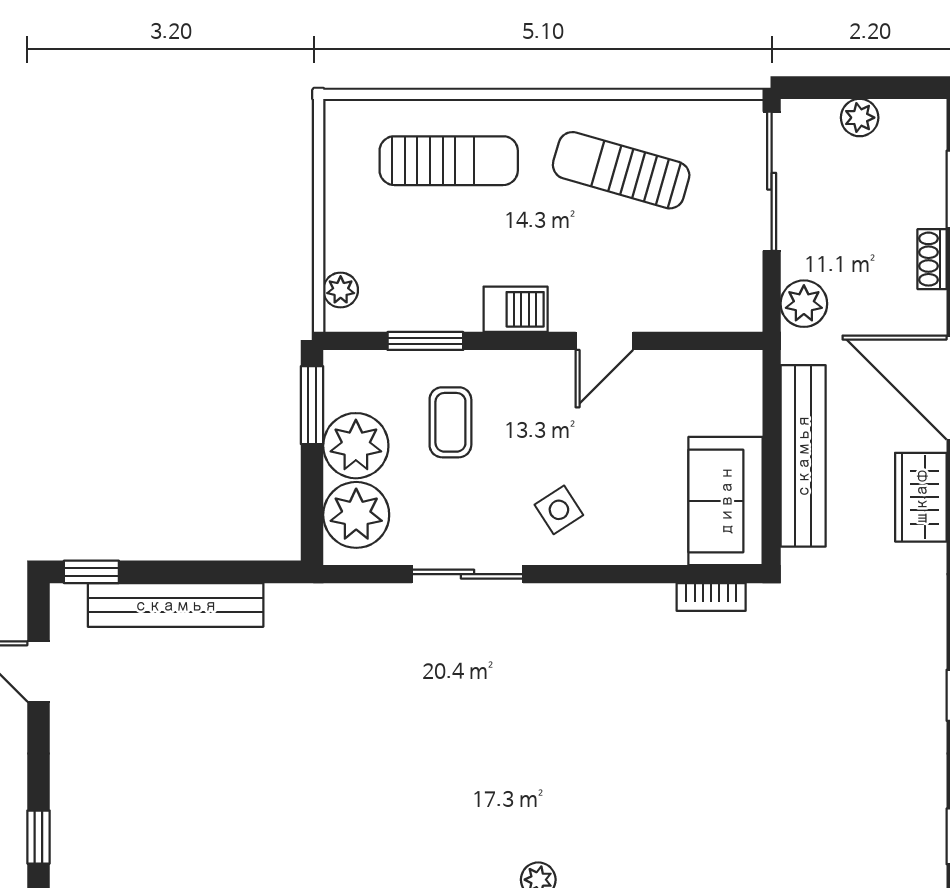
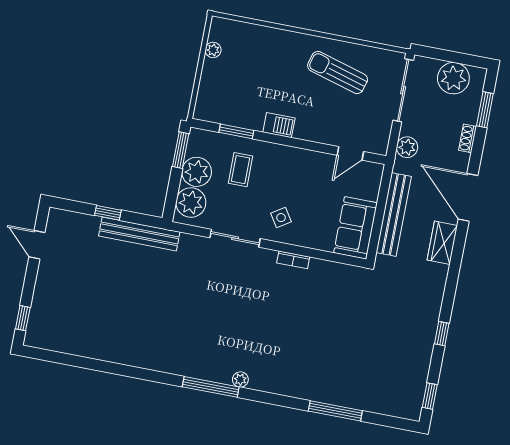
plant: (860, 118) -> (453, 78), width x1.88, depth x1.88
sun lounger: (449, 161) -> (262, 54), removed
plant: (341, 290) -> (213, 50), moved
door: (604, 341) -> (350, 153), moved
window: (91, 572) -> (108, 213), moved
bookcase: (711, 597) -> (293, 260), moved
bench: (176, 605) -> (139, 234), moved

